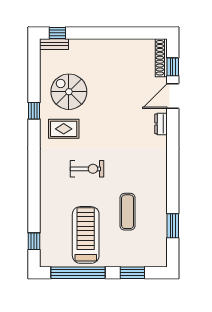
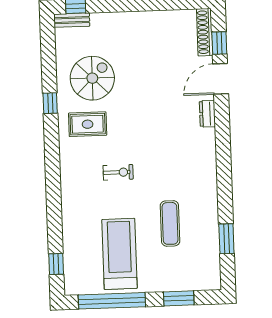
spiral stairs: (69, 92) -> (92, 78), turned 90
exercise bike: (87, 169) -> (118, 172), width x0.73, depth x0.72

